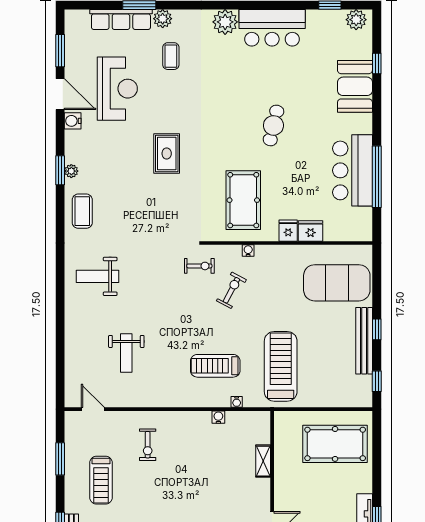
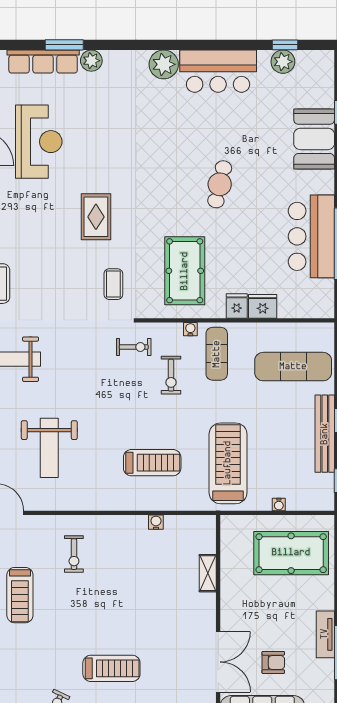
plant: (356, 20) -> (283, 62), moved
coffee table: (171, 56) -> (113, 284), moved
exercise mat: (271, 272) -> (217, 354), added
exercise mat: (337, 283) -> (293, 367), width x0.68
exercise bike: (231, 290) -> (171, 375), turned 152
weight bench: (126, 353) -> (49, 448), width x1.36, depth x1.33
treadmill: (215, 366) -> (152, 463), turned 180
water cooler: (237, 402) -> (279, 505), moved

